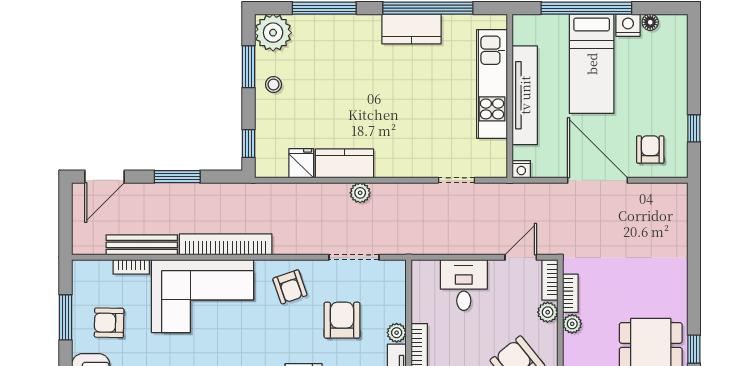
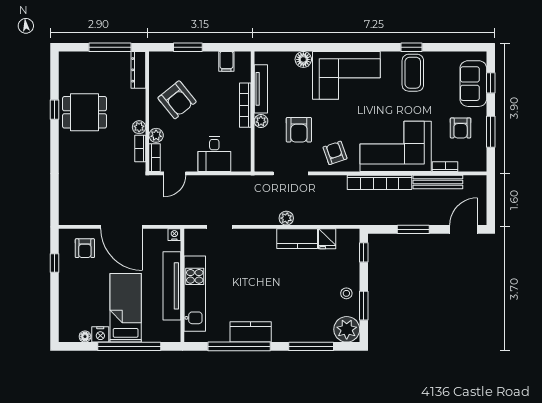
armchair: (109, 323) -> (461, 128), turned 89

